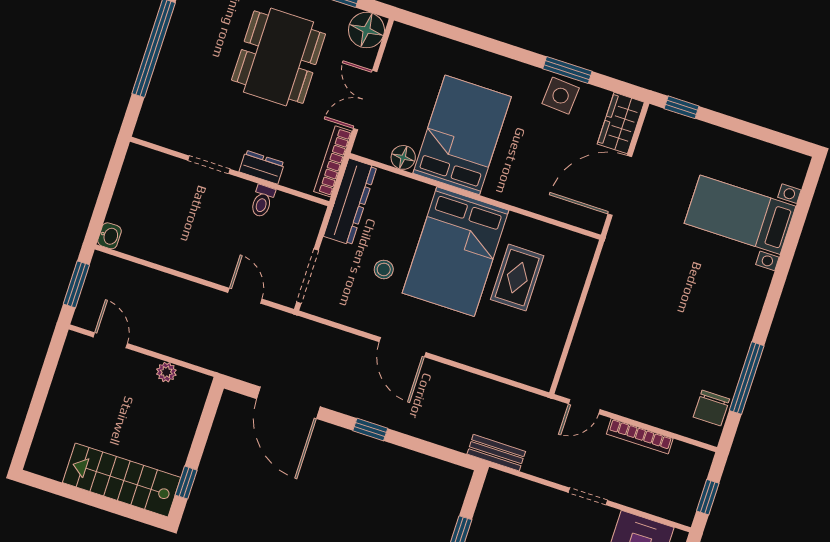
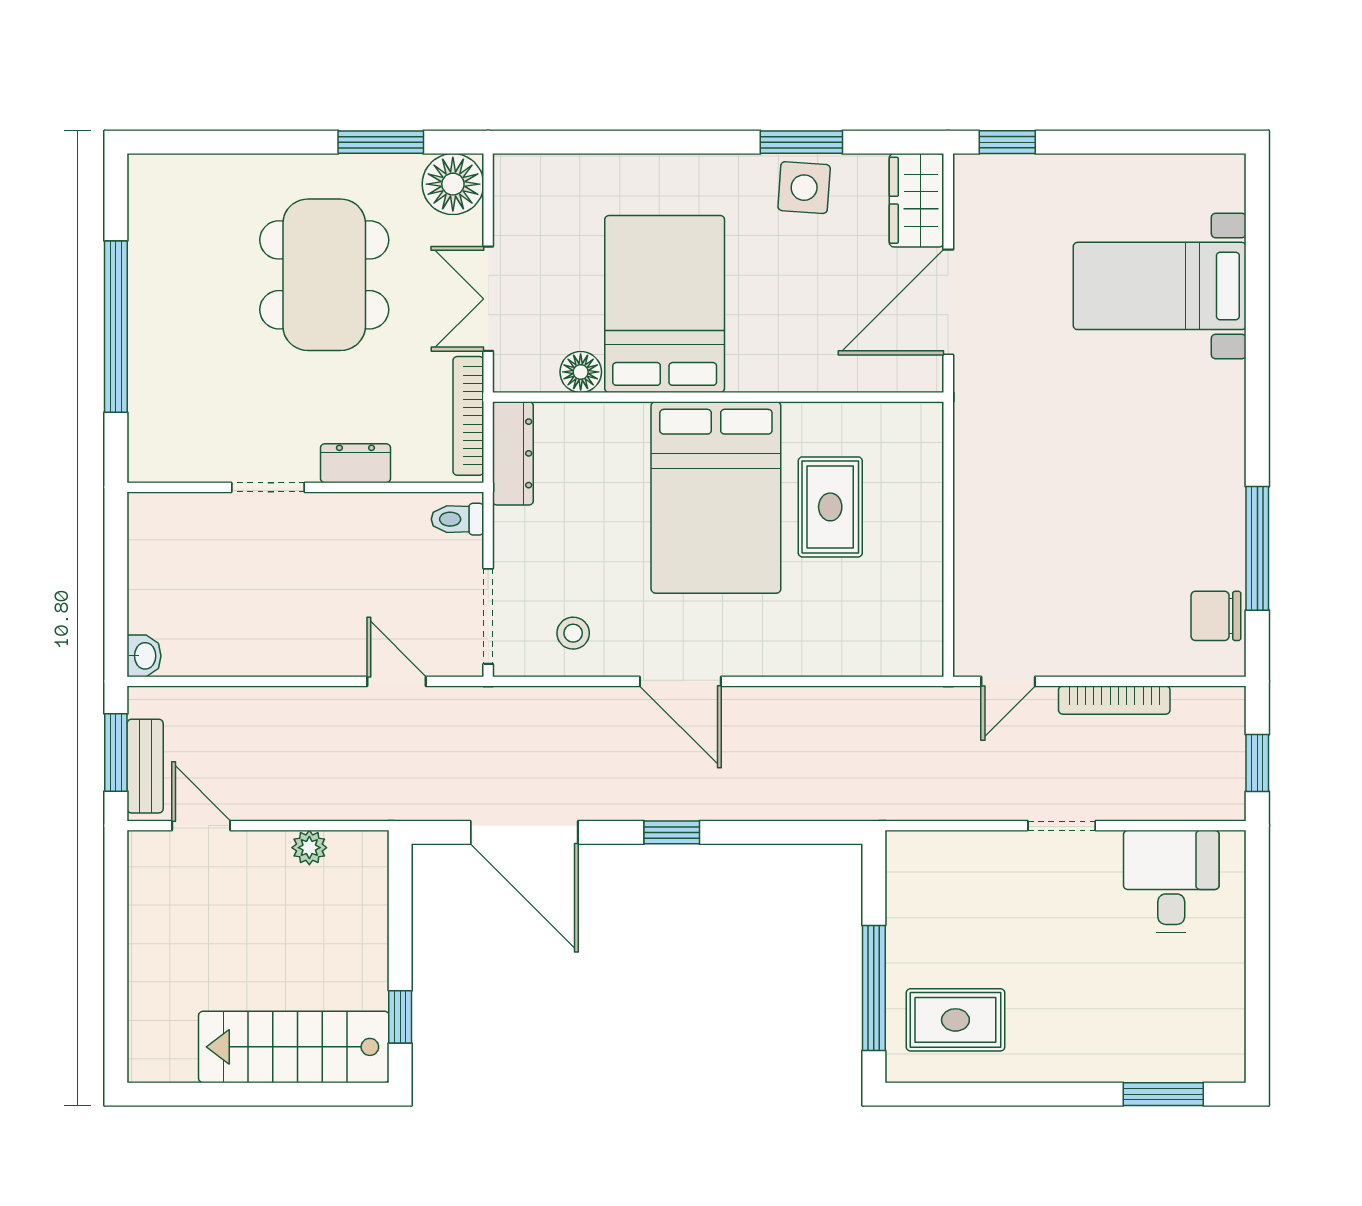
toilet: (262, 201) -> (457, 519), moved, turned 90
dresser: (350, 202) -> (513, 453), width x0.73, depth x0.80
stool: (384, 269) -> (573, 633), moved
chair: (711, 408) -> (1216, 616), turned 90
bench: (496, 453) -> (145, 766), moved, turned 90

